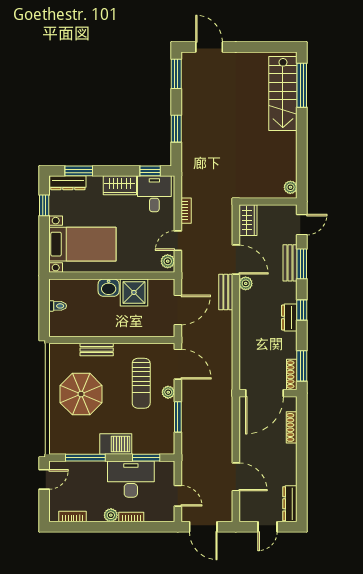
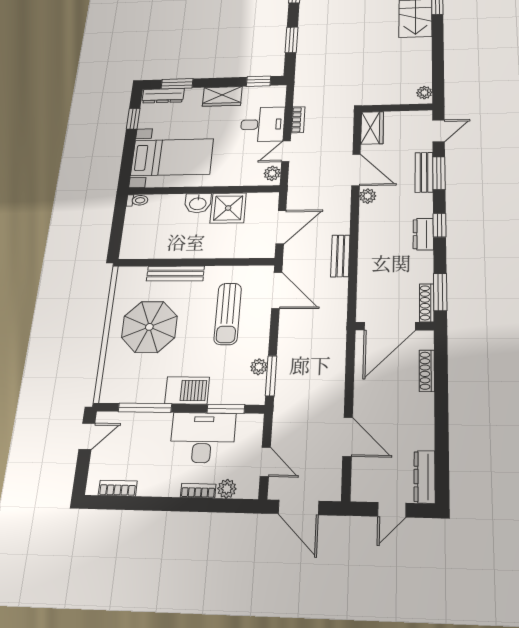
desk: (154, 194) -> (263, 124), moved, turned 90
bench: (226, 292) -> (340, 256), moved
toilet: (58, 306) -> (137, 200), moved
bench: (97, 350) -> (175, 273), width x1.36
plant: (168, 392) -> (259, 367), moved
window: (178, 417) -> (271, 376), moved
plant: (111, 515) -> (227, 489), moved

